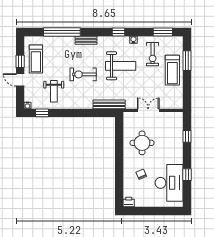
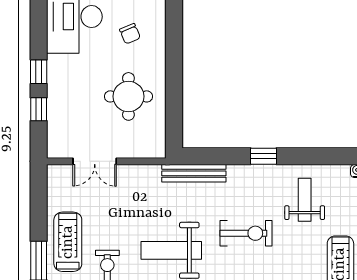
double door: (148, 110) -> (95, 161), moved
window: (42, 113) -> (263, 156), moved
window: (187, 175) -> (39, 72), moved

